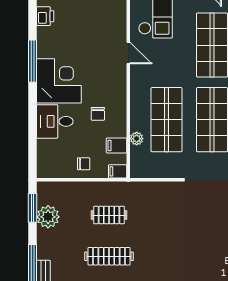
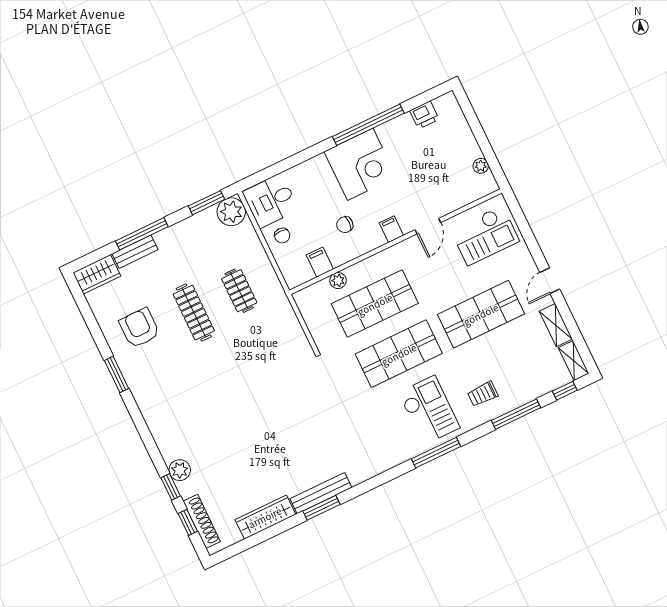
window: (33, 61) -> (368, 125), width x1.46
desk: (55, 121) -> (271, 201), moved, turned -90
filing cabinet: (118, 171) -> (391, 229), moved
plant: (48, 217) -> (231, 212), moved

